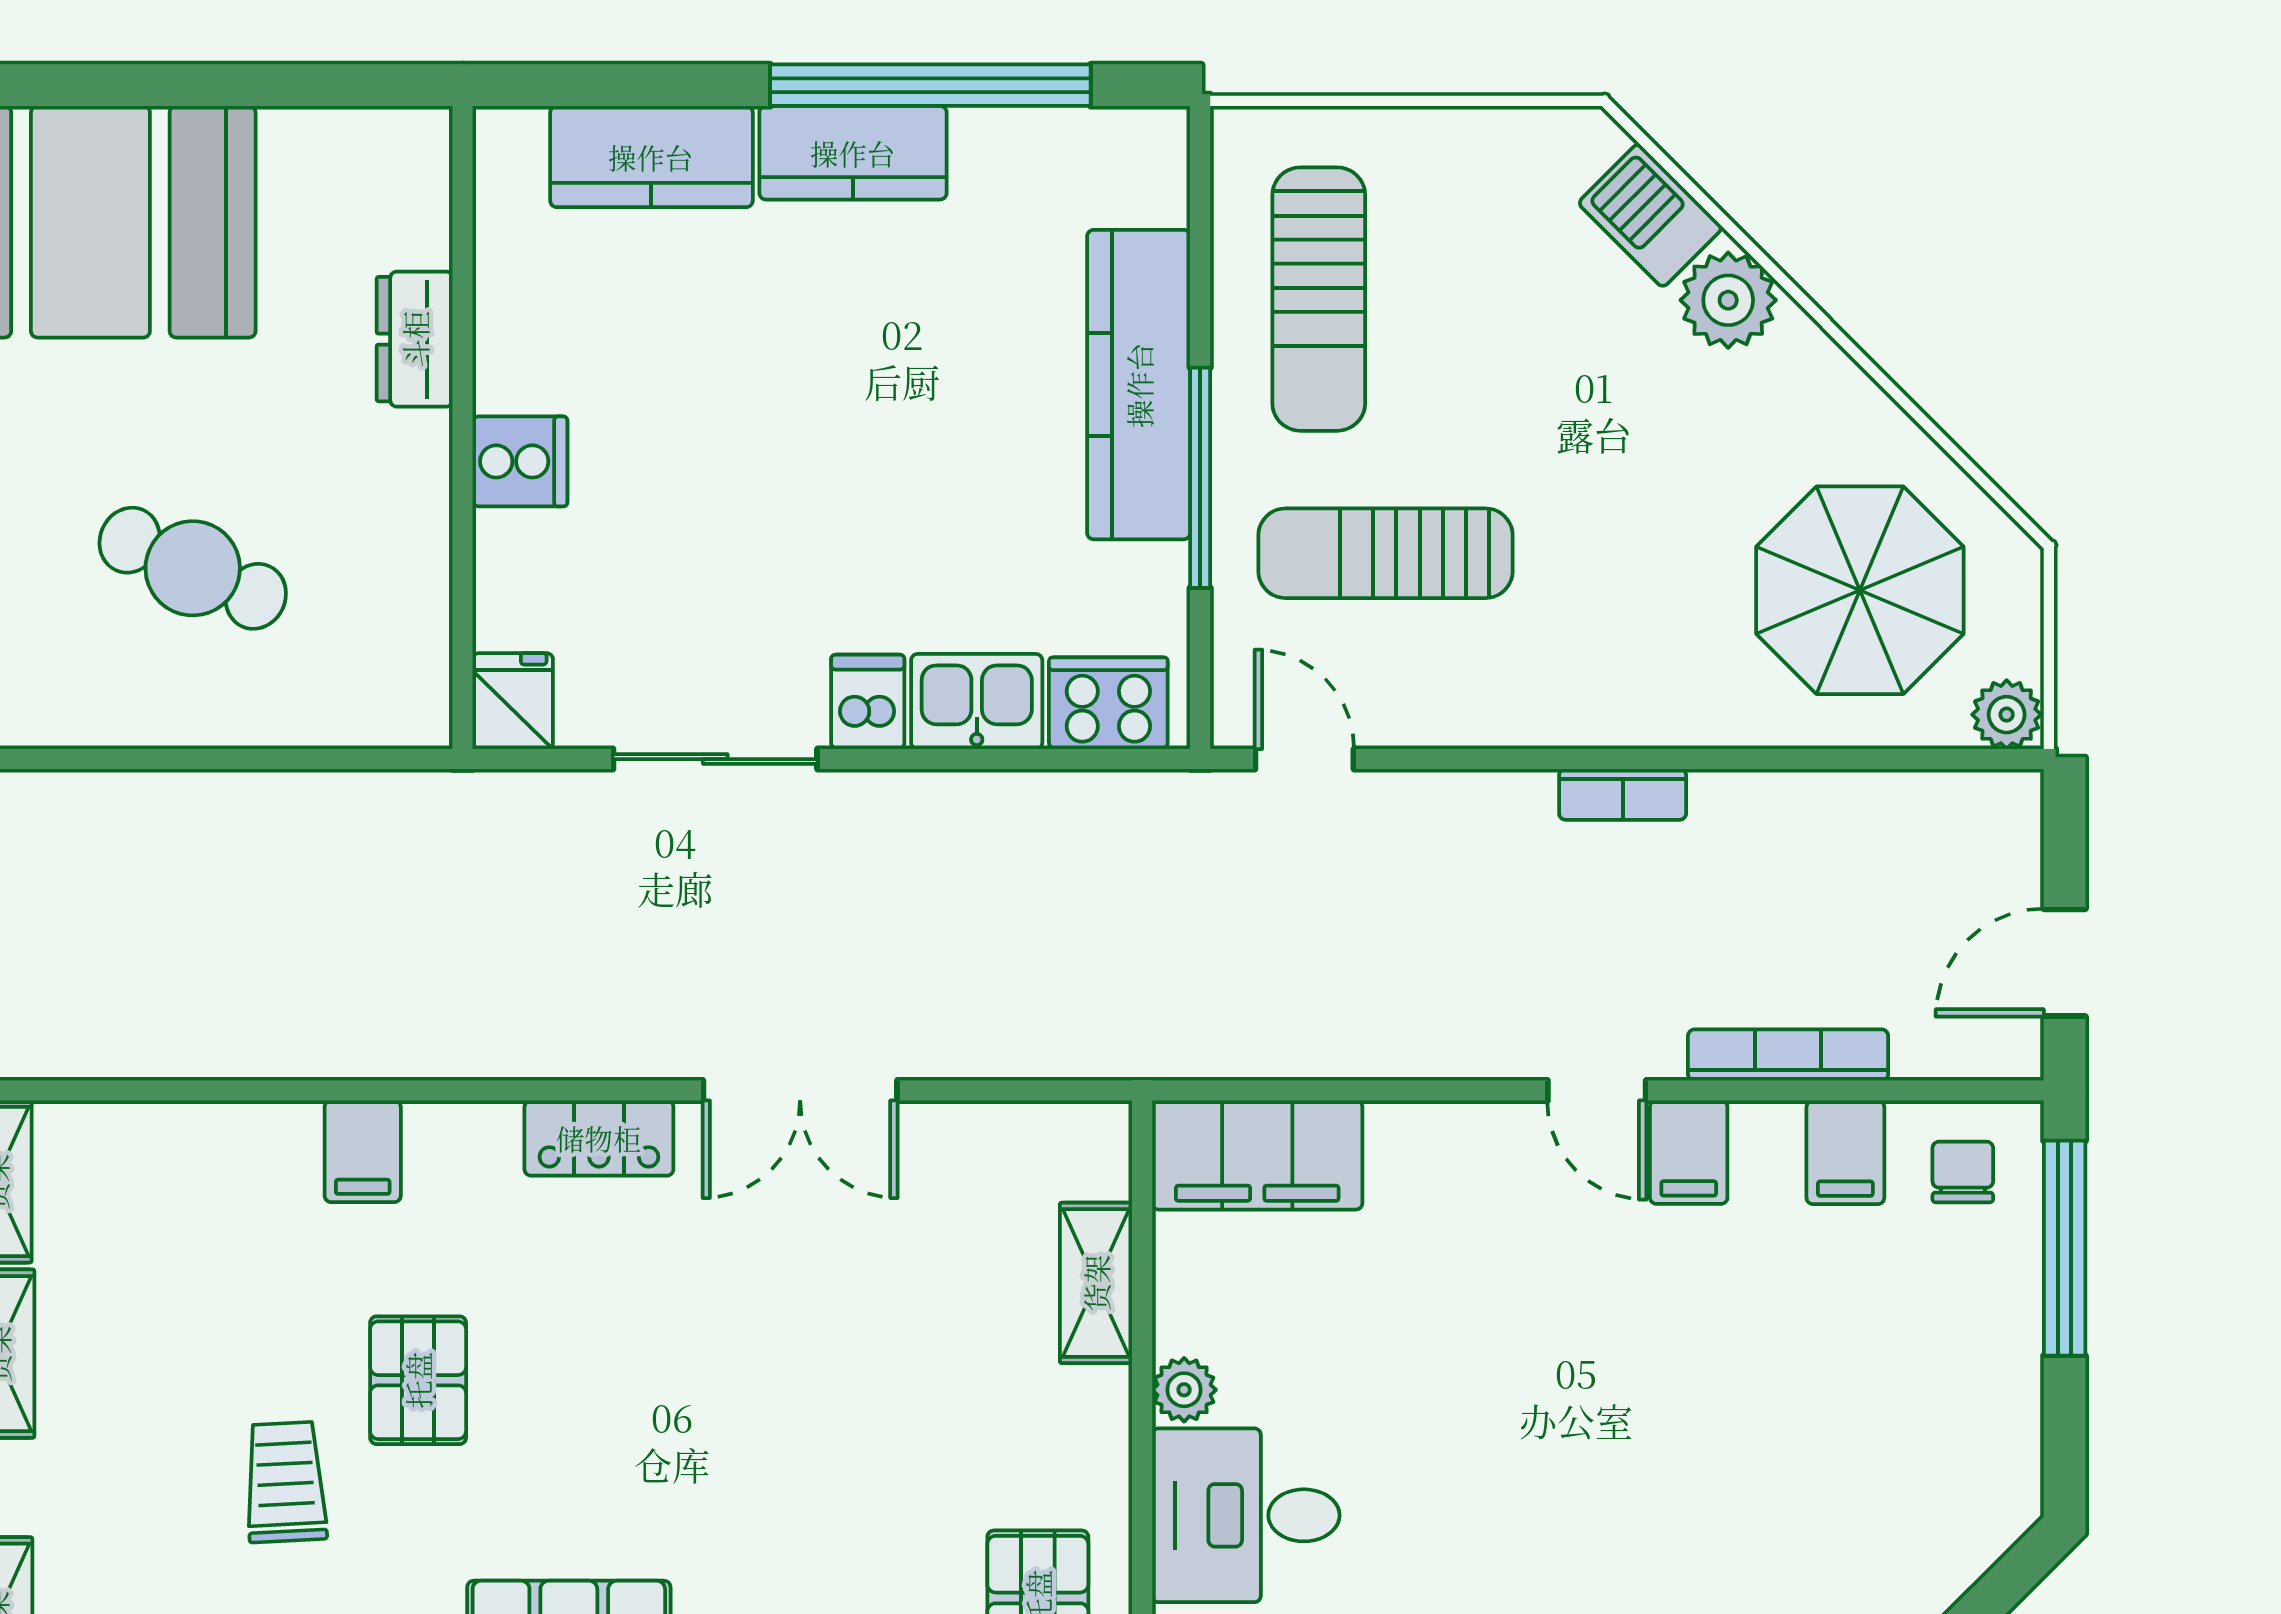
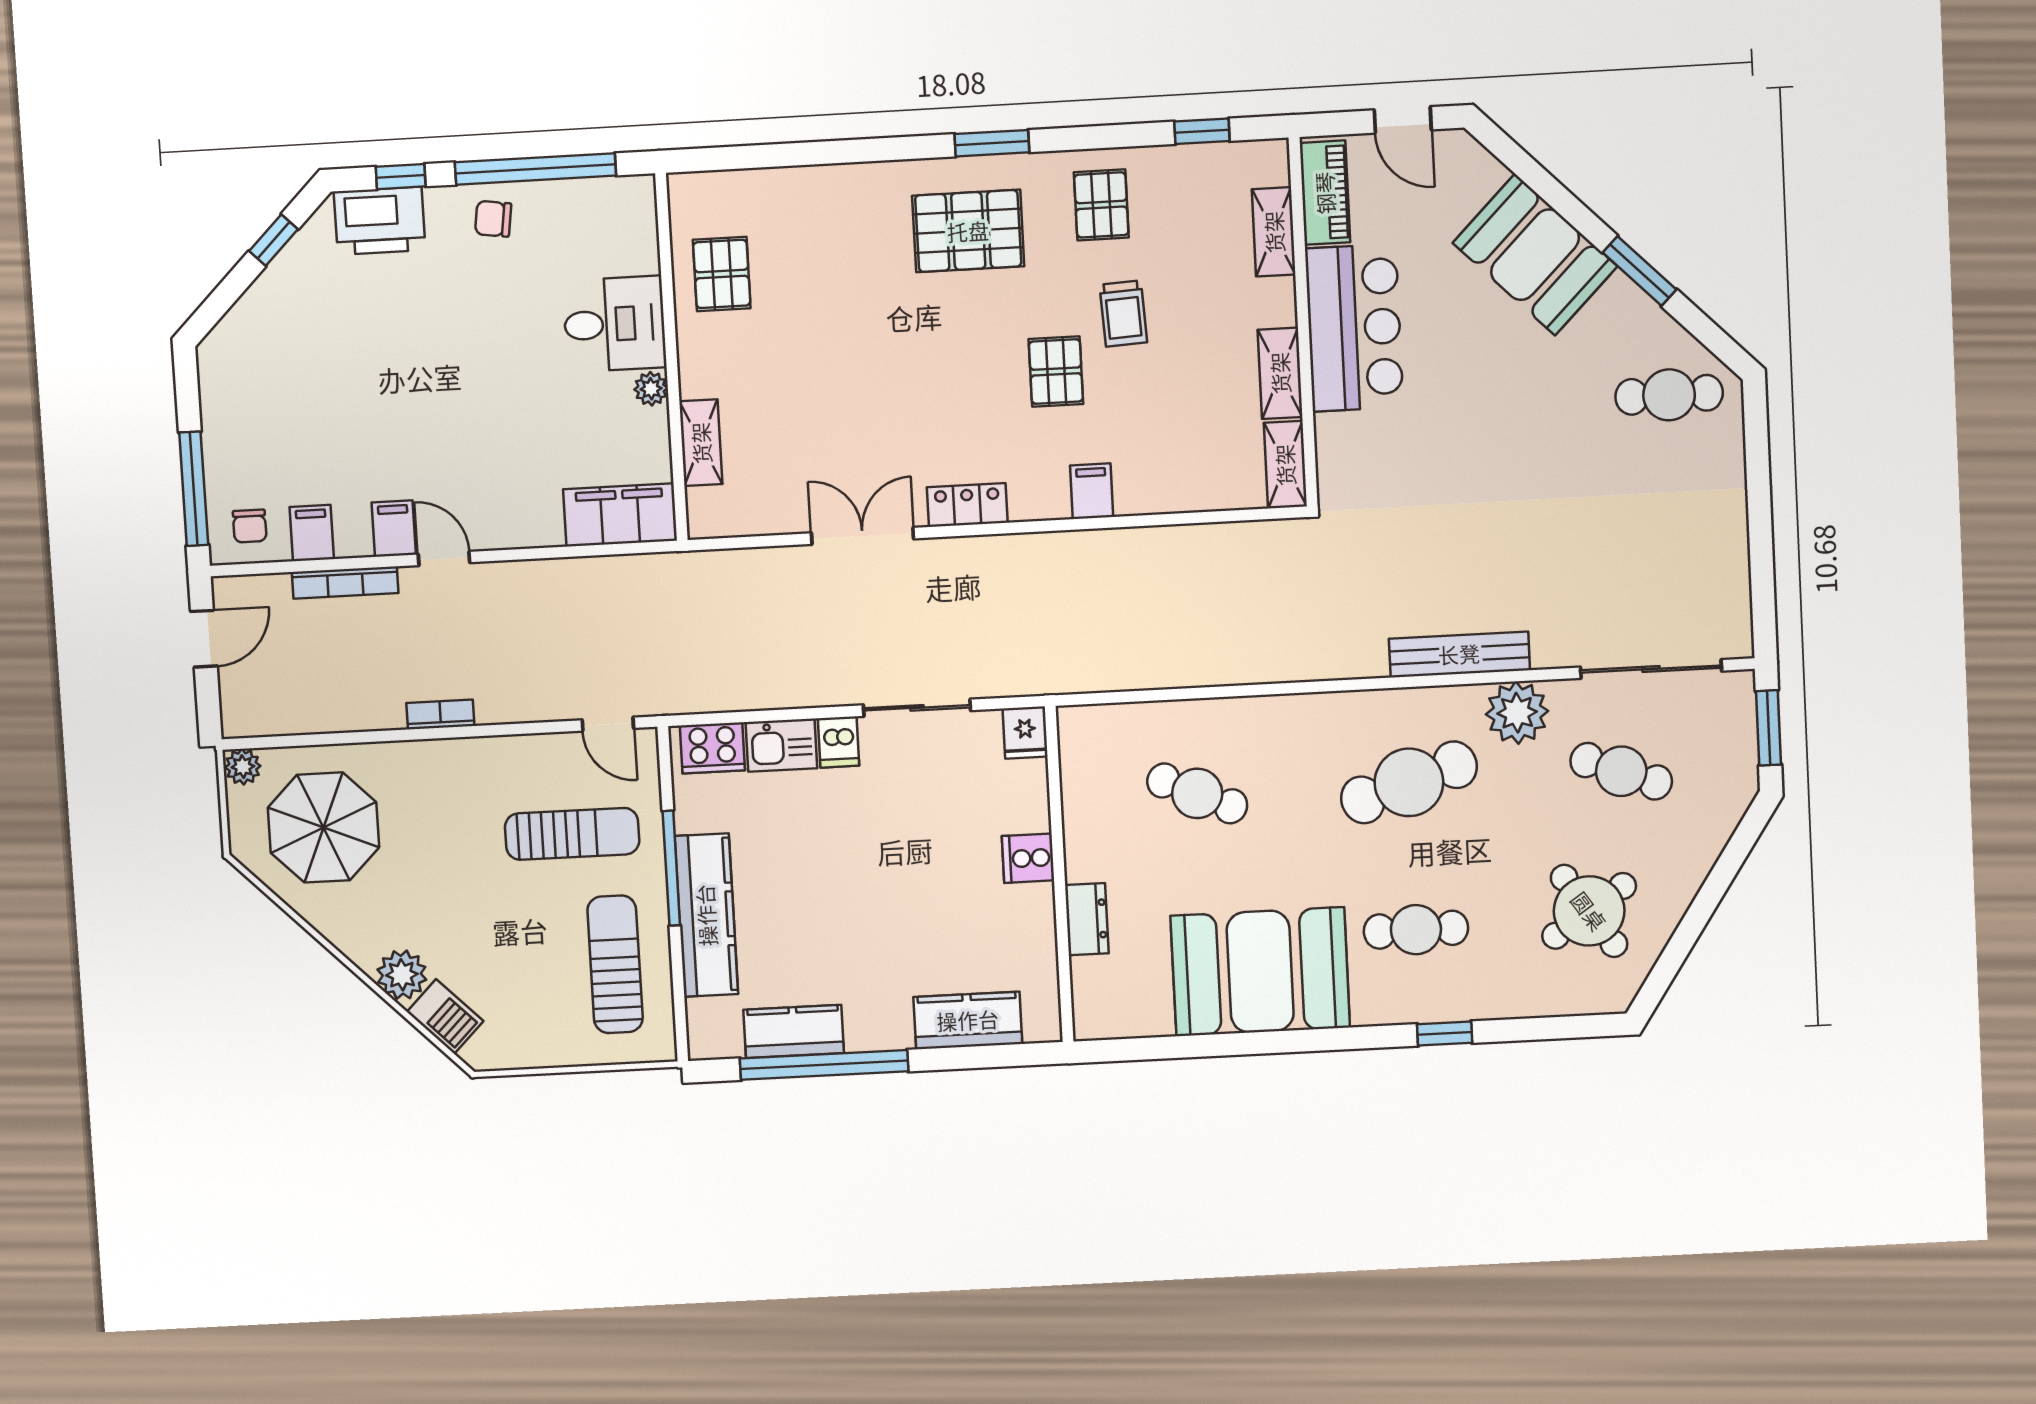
kitchen counter: (853, 153) -> (794, 1031), moved

